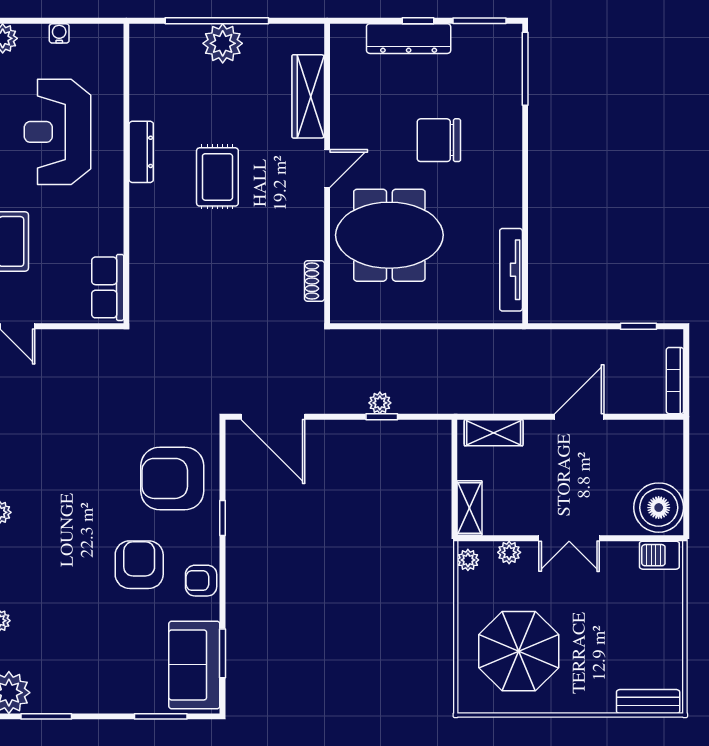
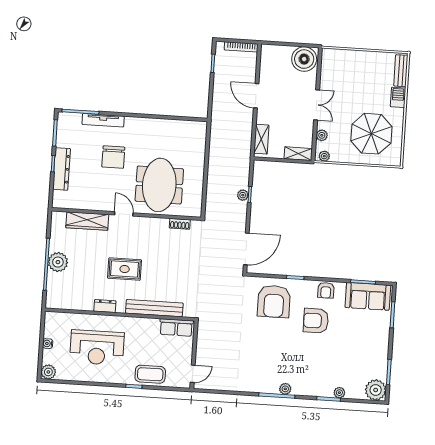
dresser: (141, 152) -> (105, 306), width x0.70
bench: (143, 241) -> (154, 308), added
tv unit: (511, 270) -> (103, 120), moved
barbecue: (659, 555) -> (398, 97), moved, turned 180

